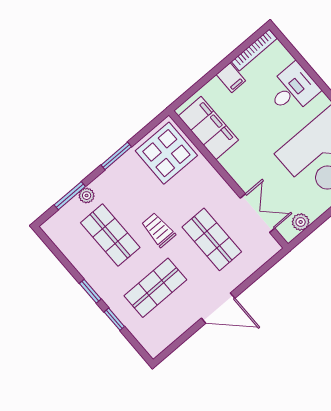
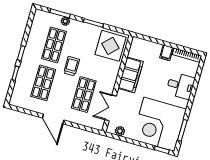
filing cabinet: (208, 128) -> (131, 75), moved
double door: (257, 213) -> (111, 108), swing flipped
shop shelf: (155, 288) -> (43, 83), turned 90

